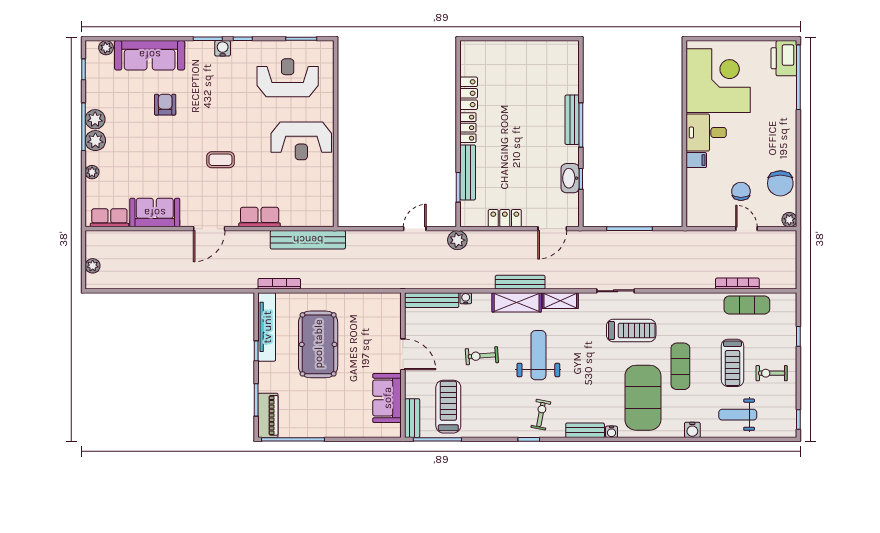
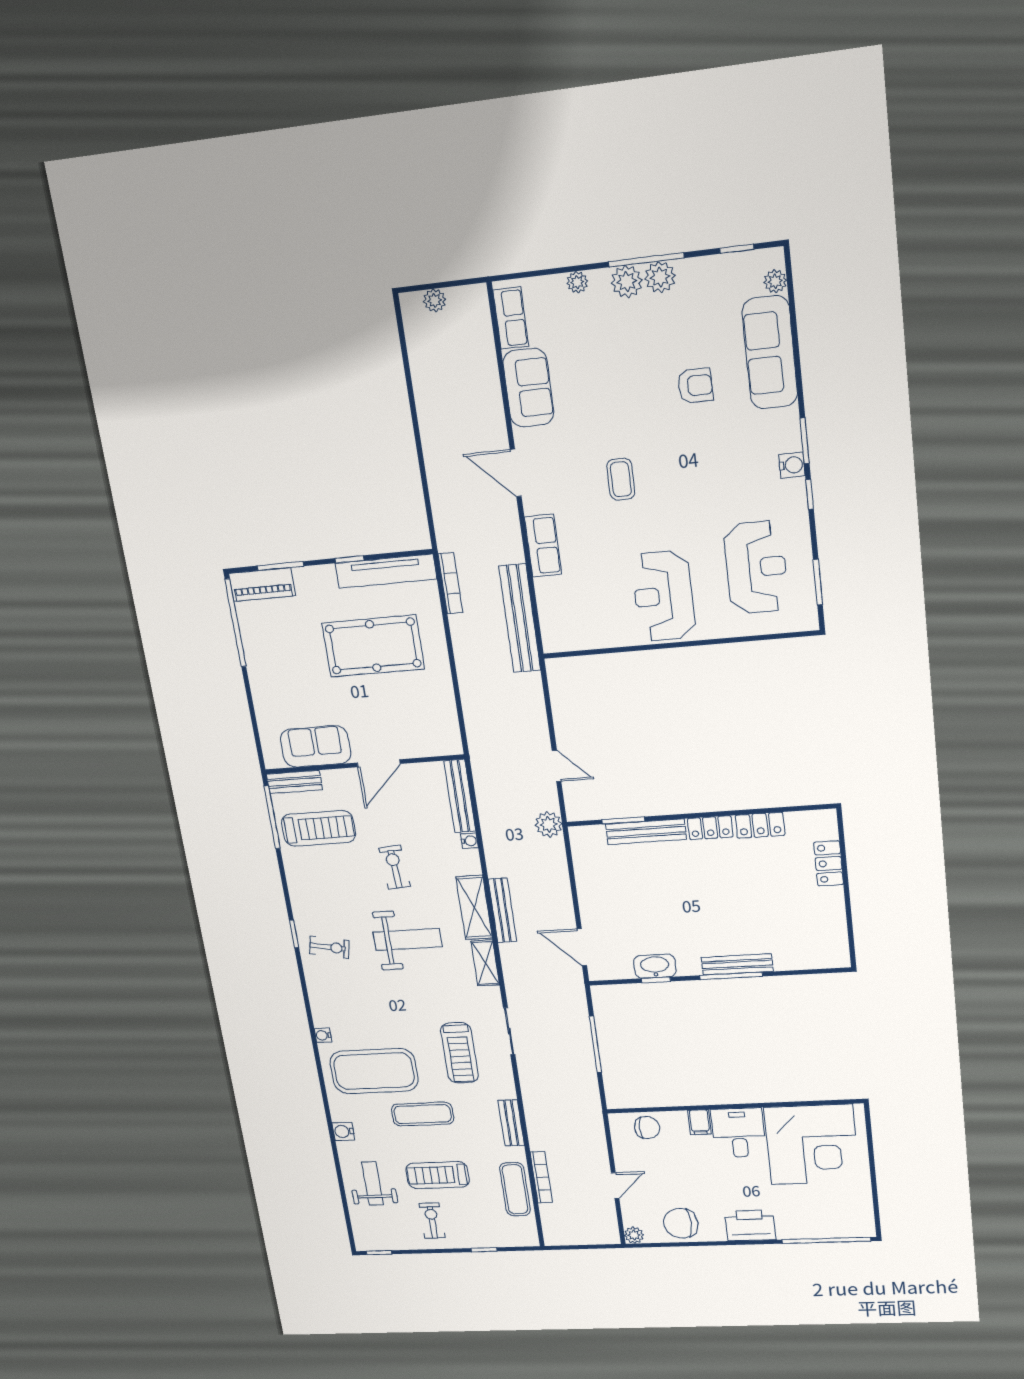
printer: (784, 58) -> (750, 1225), moved
chair: (741, 191) -> (647, 1128), moved
locker: (505, 218) -> (829, 863), moved, turned 180
bench: (585, 430) -> (511, 1123), moved

